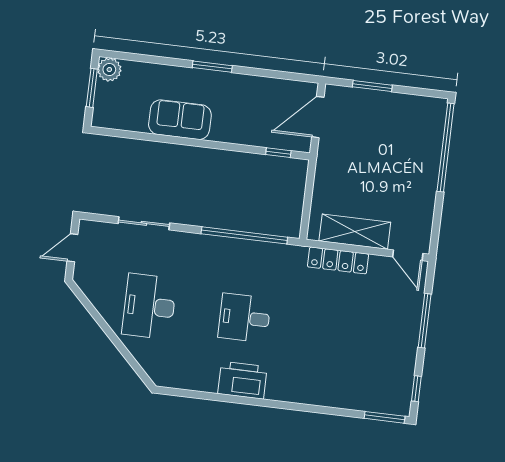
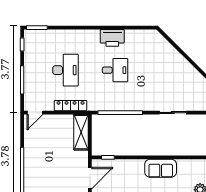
shelving: (355, 232) -> (81, 132), moved, turned 90
door: (408, 255) -> (35, 113), swing flipped
desk: (149, 306) -> (65, 70), moved

